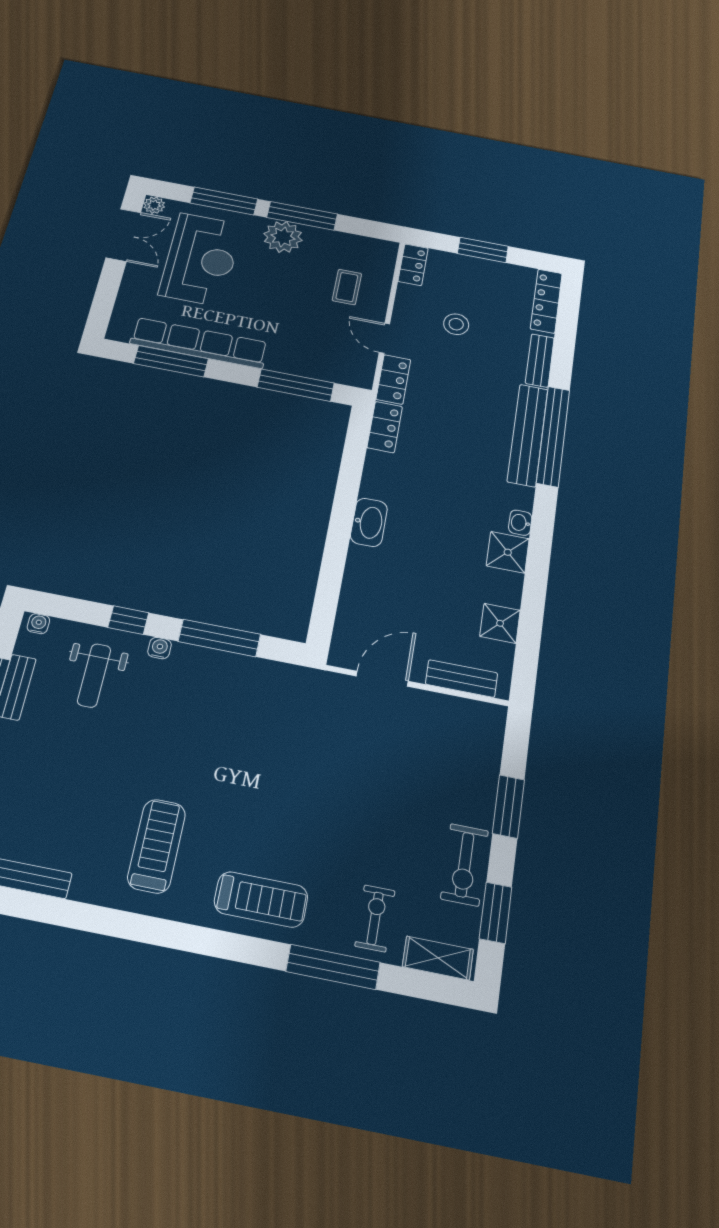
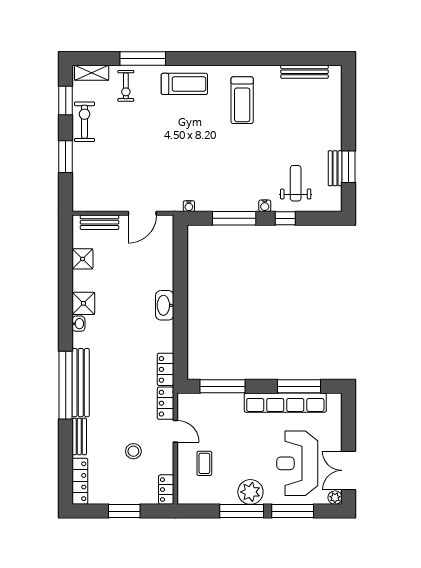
water cooler: (38, 624) -> (189, 206), moved
treadmill: (261, 899) -> (184, 84), turned 180

